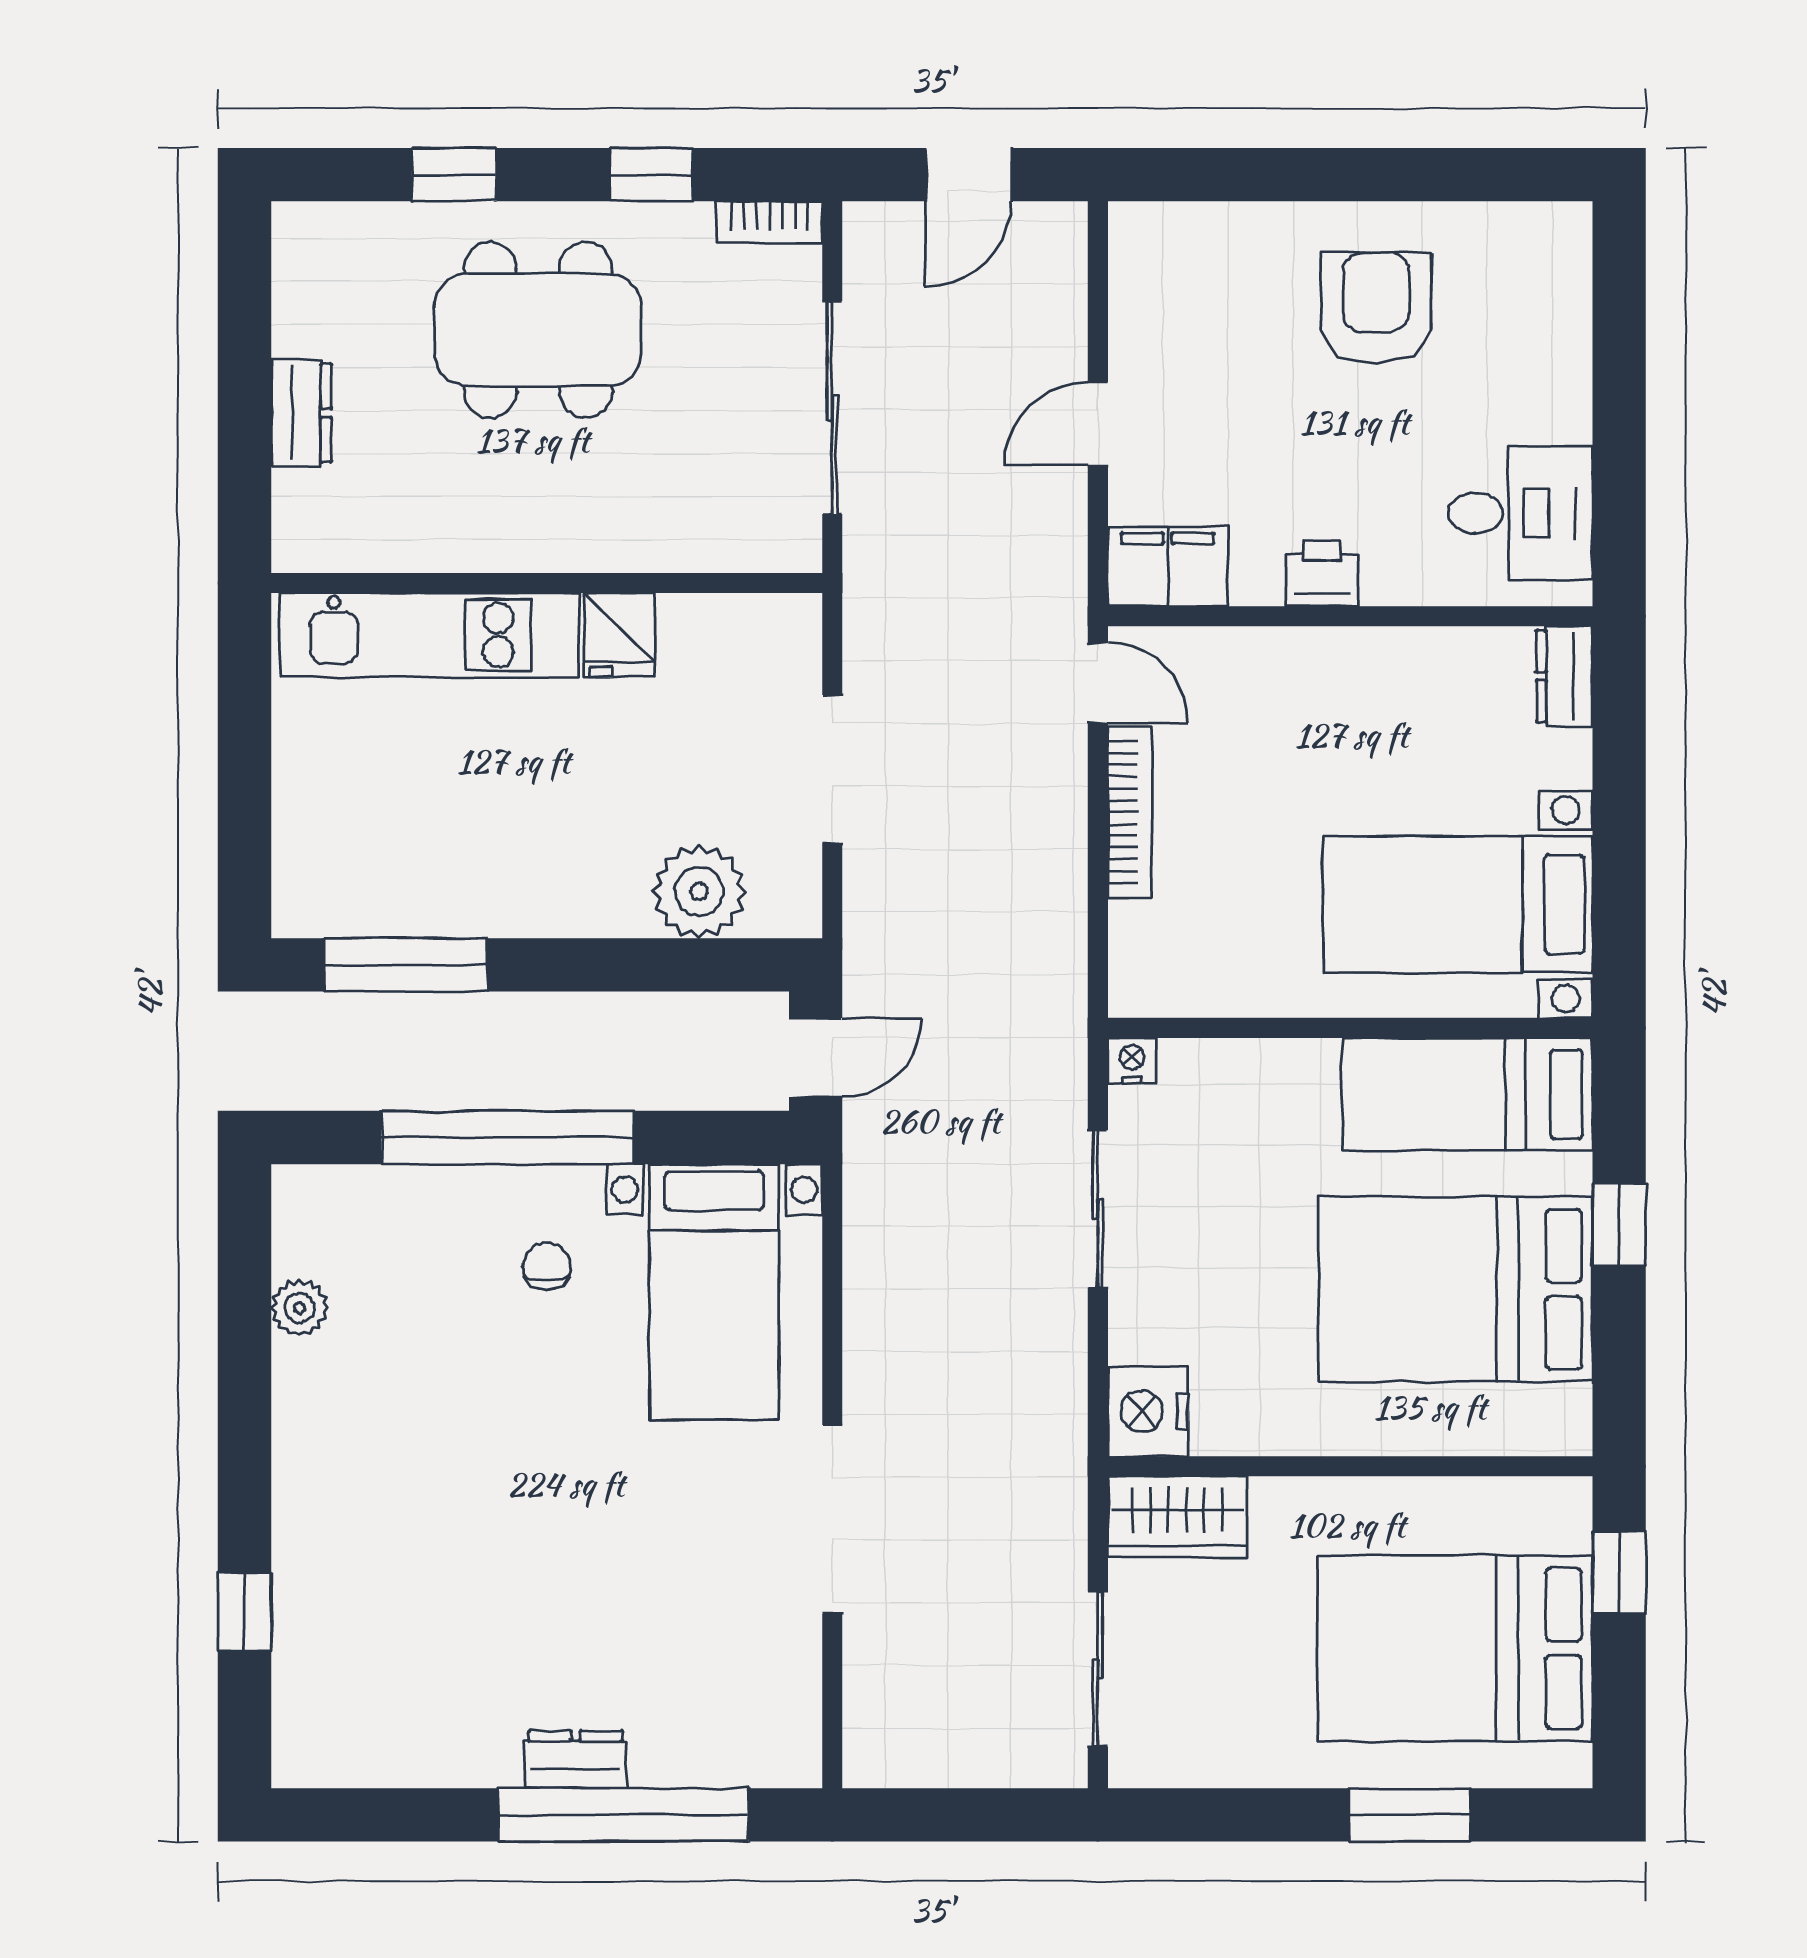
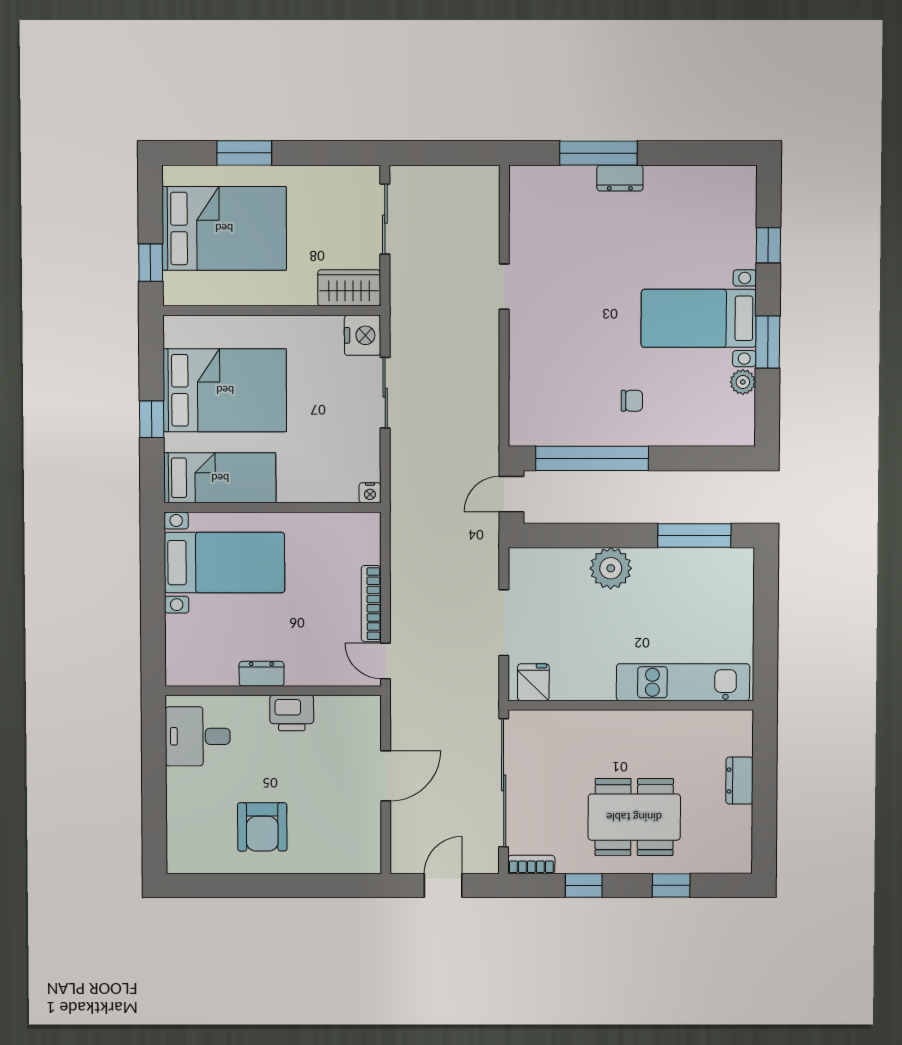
sliding door: (832, 408) -> (504, 783), width x1.36
door: (1098, 424) -> (386, 776), width x1.38
filing cabinet: (1168, 566) -> (354, 713), removed
printer: (1322, 574) -> (292, 713), width x1.36, depth x1.24
fridge: (619, 635) -> (533, 682), moved
dresser: (1564, 676) -> (262, 674), moved, turned -90
plant: (699, 891) -> (611, 568), moved
window: (508, 1138) -> (592, 458), moved
sliding door: (1098, 1209) -> (385, 393), moved
chair: (547, 1266) -> (632, 401), turned -90
bed with nightstands: (714, 1292) -> (699, 318), moved, turned -90
window: (245, 1397) -> (768, 342), added
doorway: (832, 1519) -> (504, 287), width x0.53
window: (623, 1815) -> (598, 153), width x0.68

